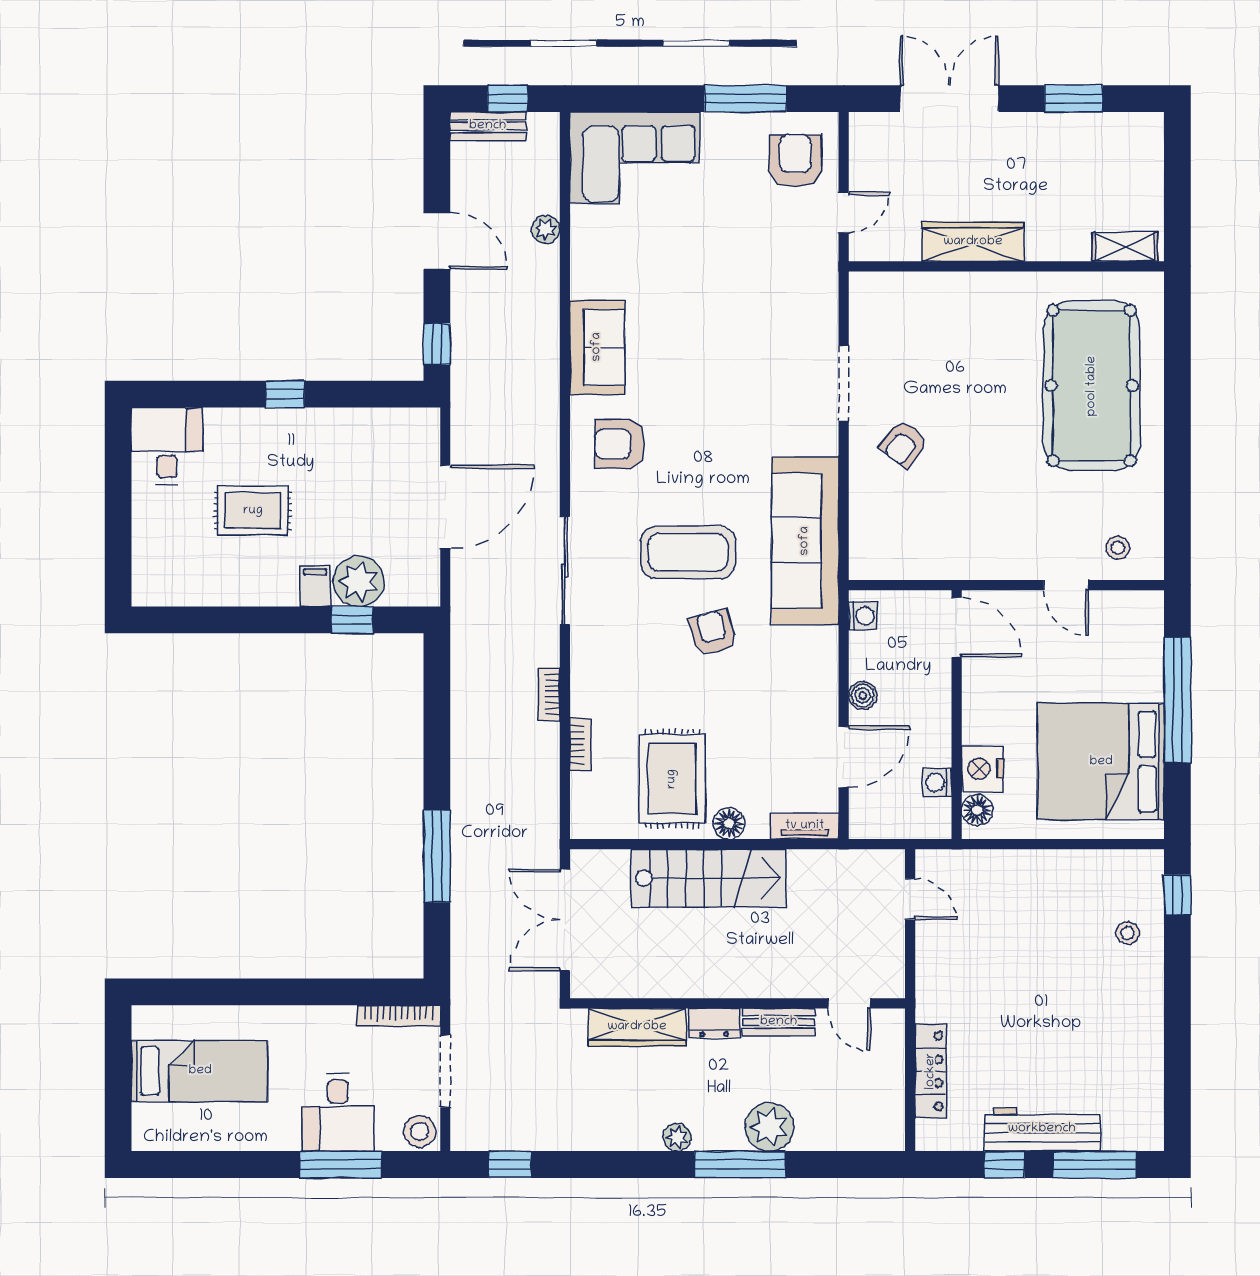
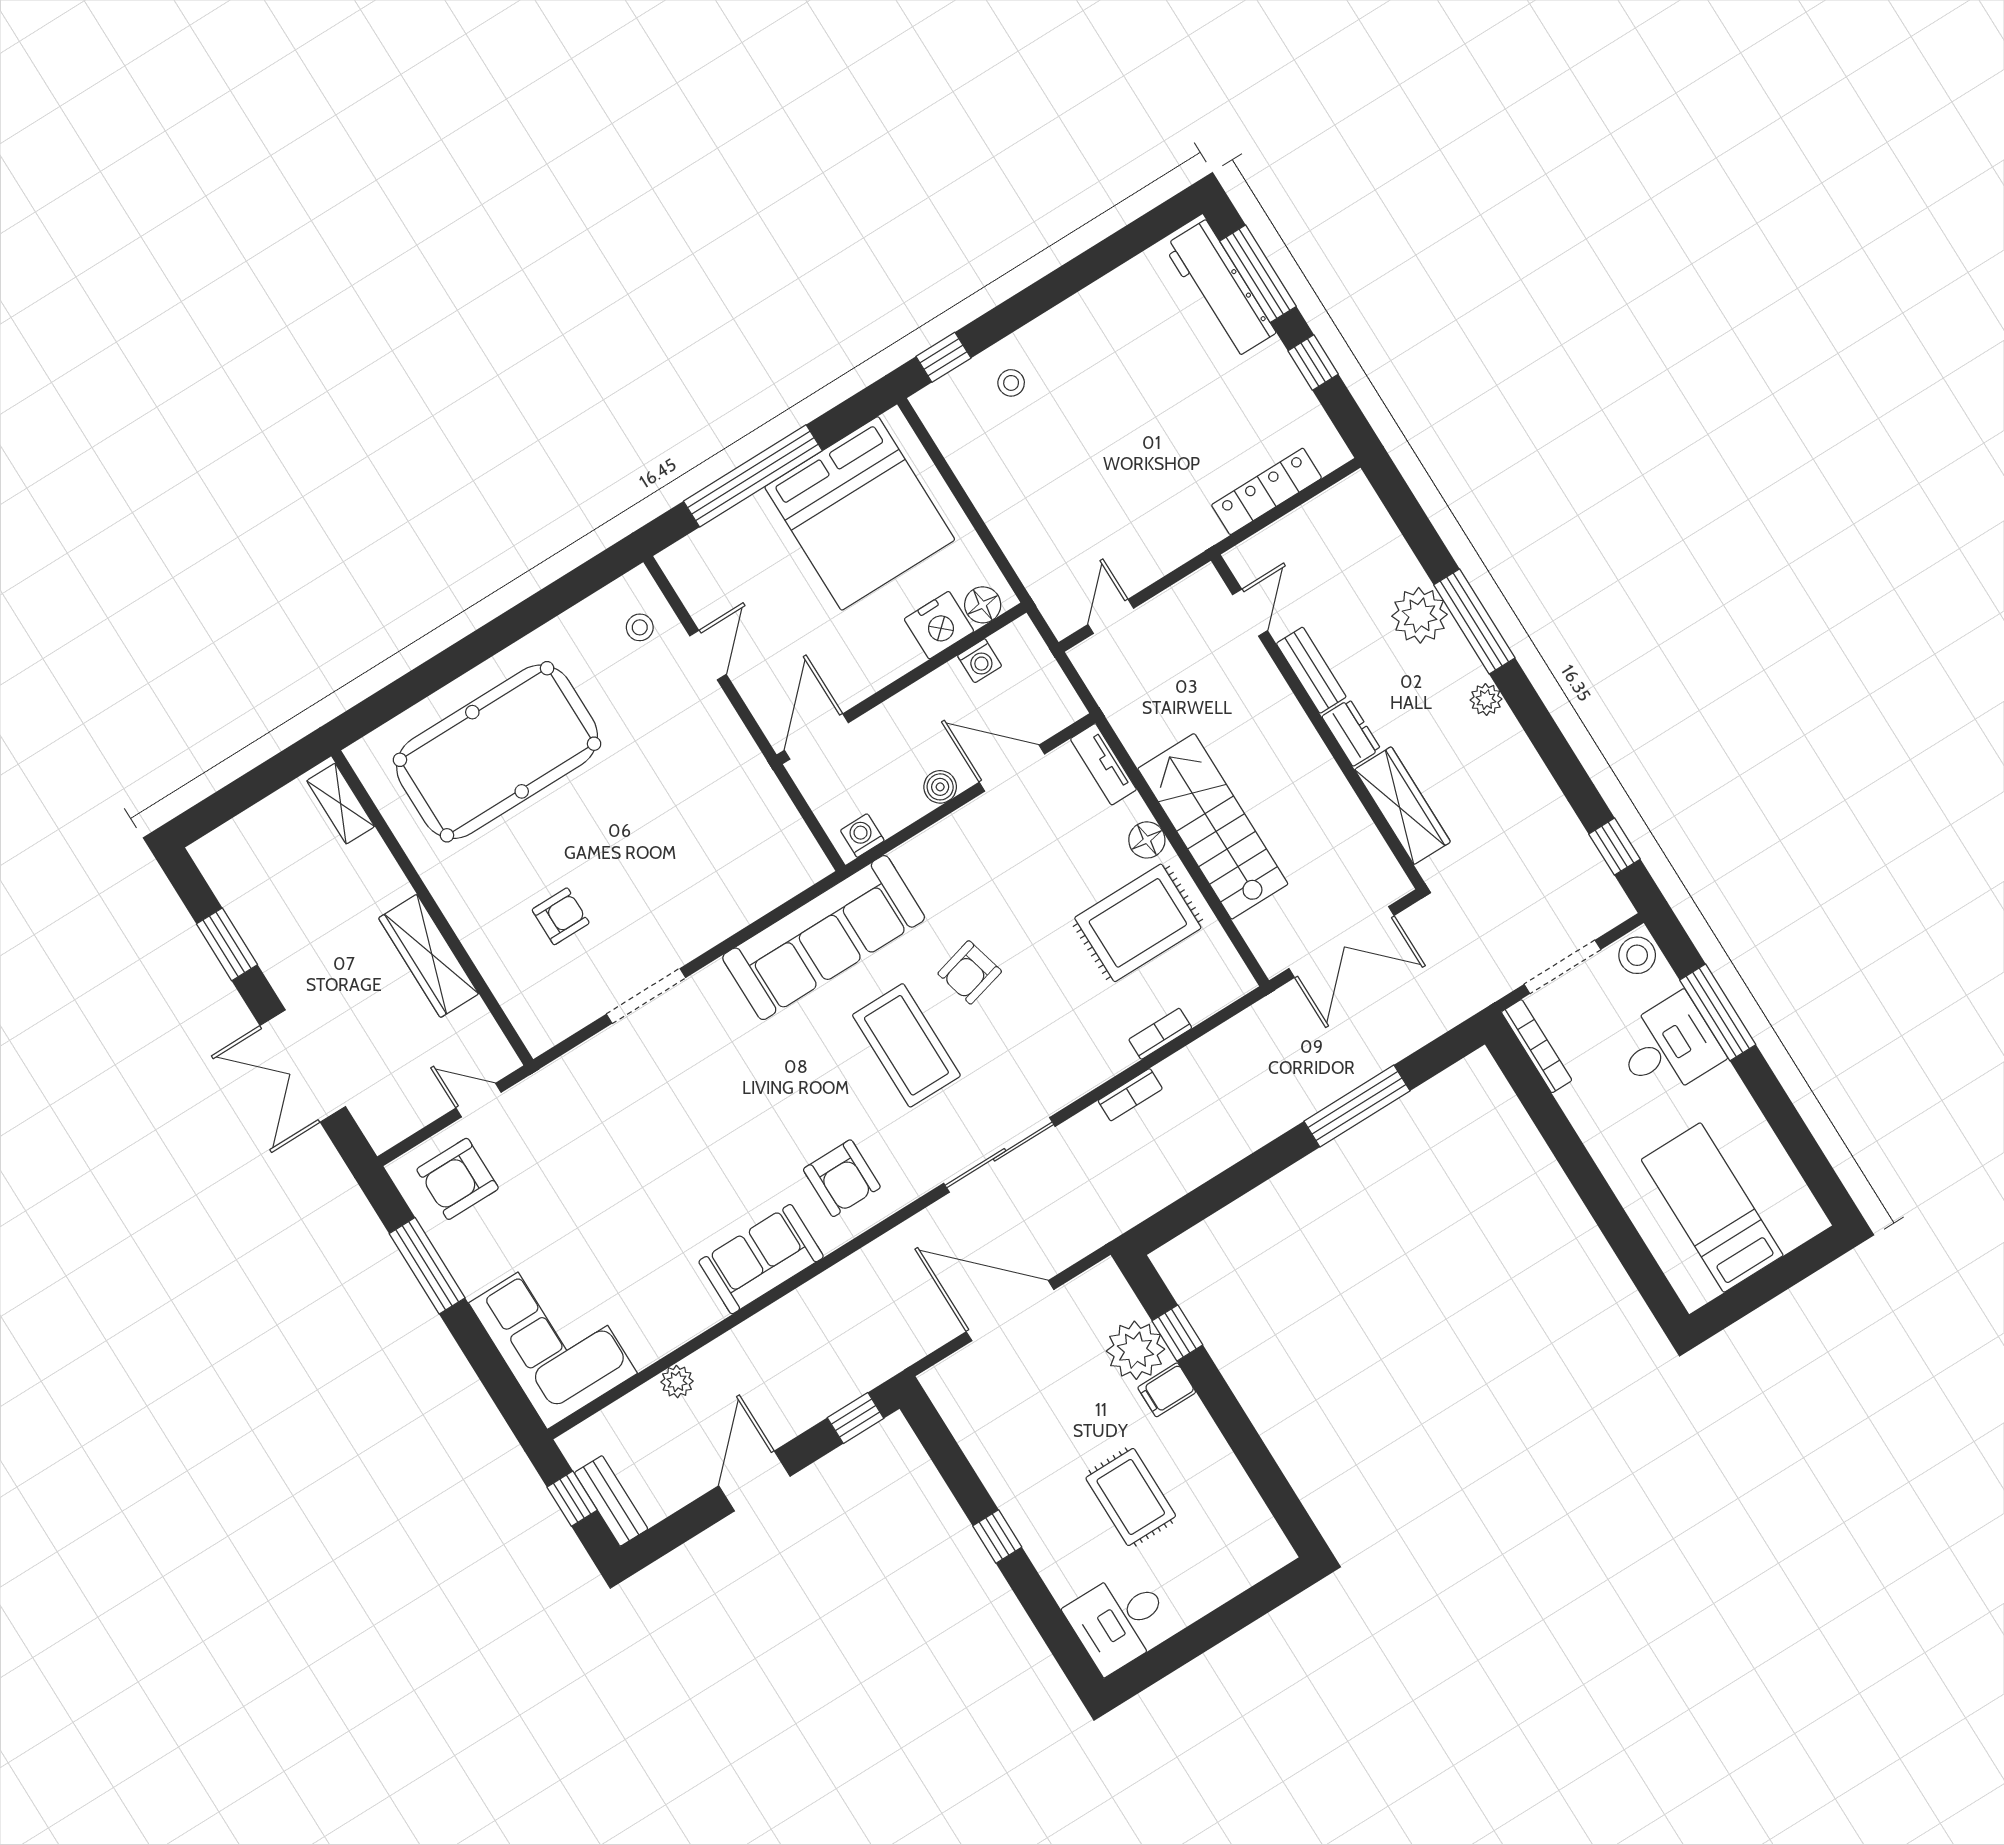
armchair: (904, 444) -> (561, 916), moved, turned -38
workbench: (1042, 1129) -> (1220, 289), moved

